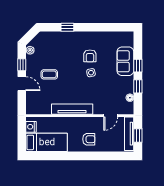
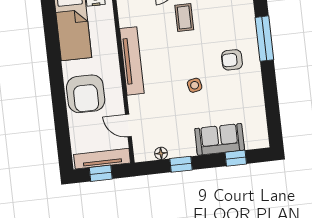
window: (67, 27) -> (264, 39), width x2.17
armchair: (90, 56) -> (232, 60), moved
window: (138, 66) -> (236, 158), moved
armchair: (89, 139) -> (86, 94), width x1.88, depth x1.88

